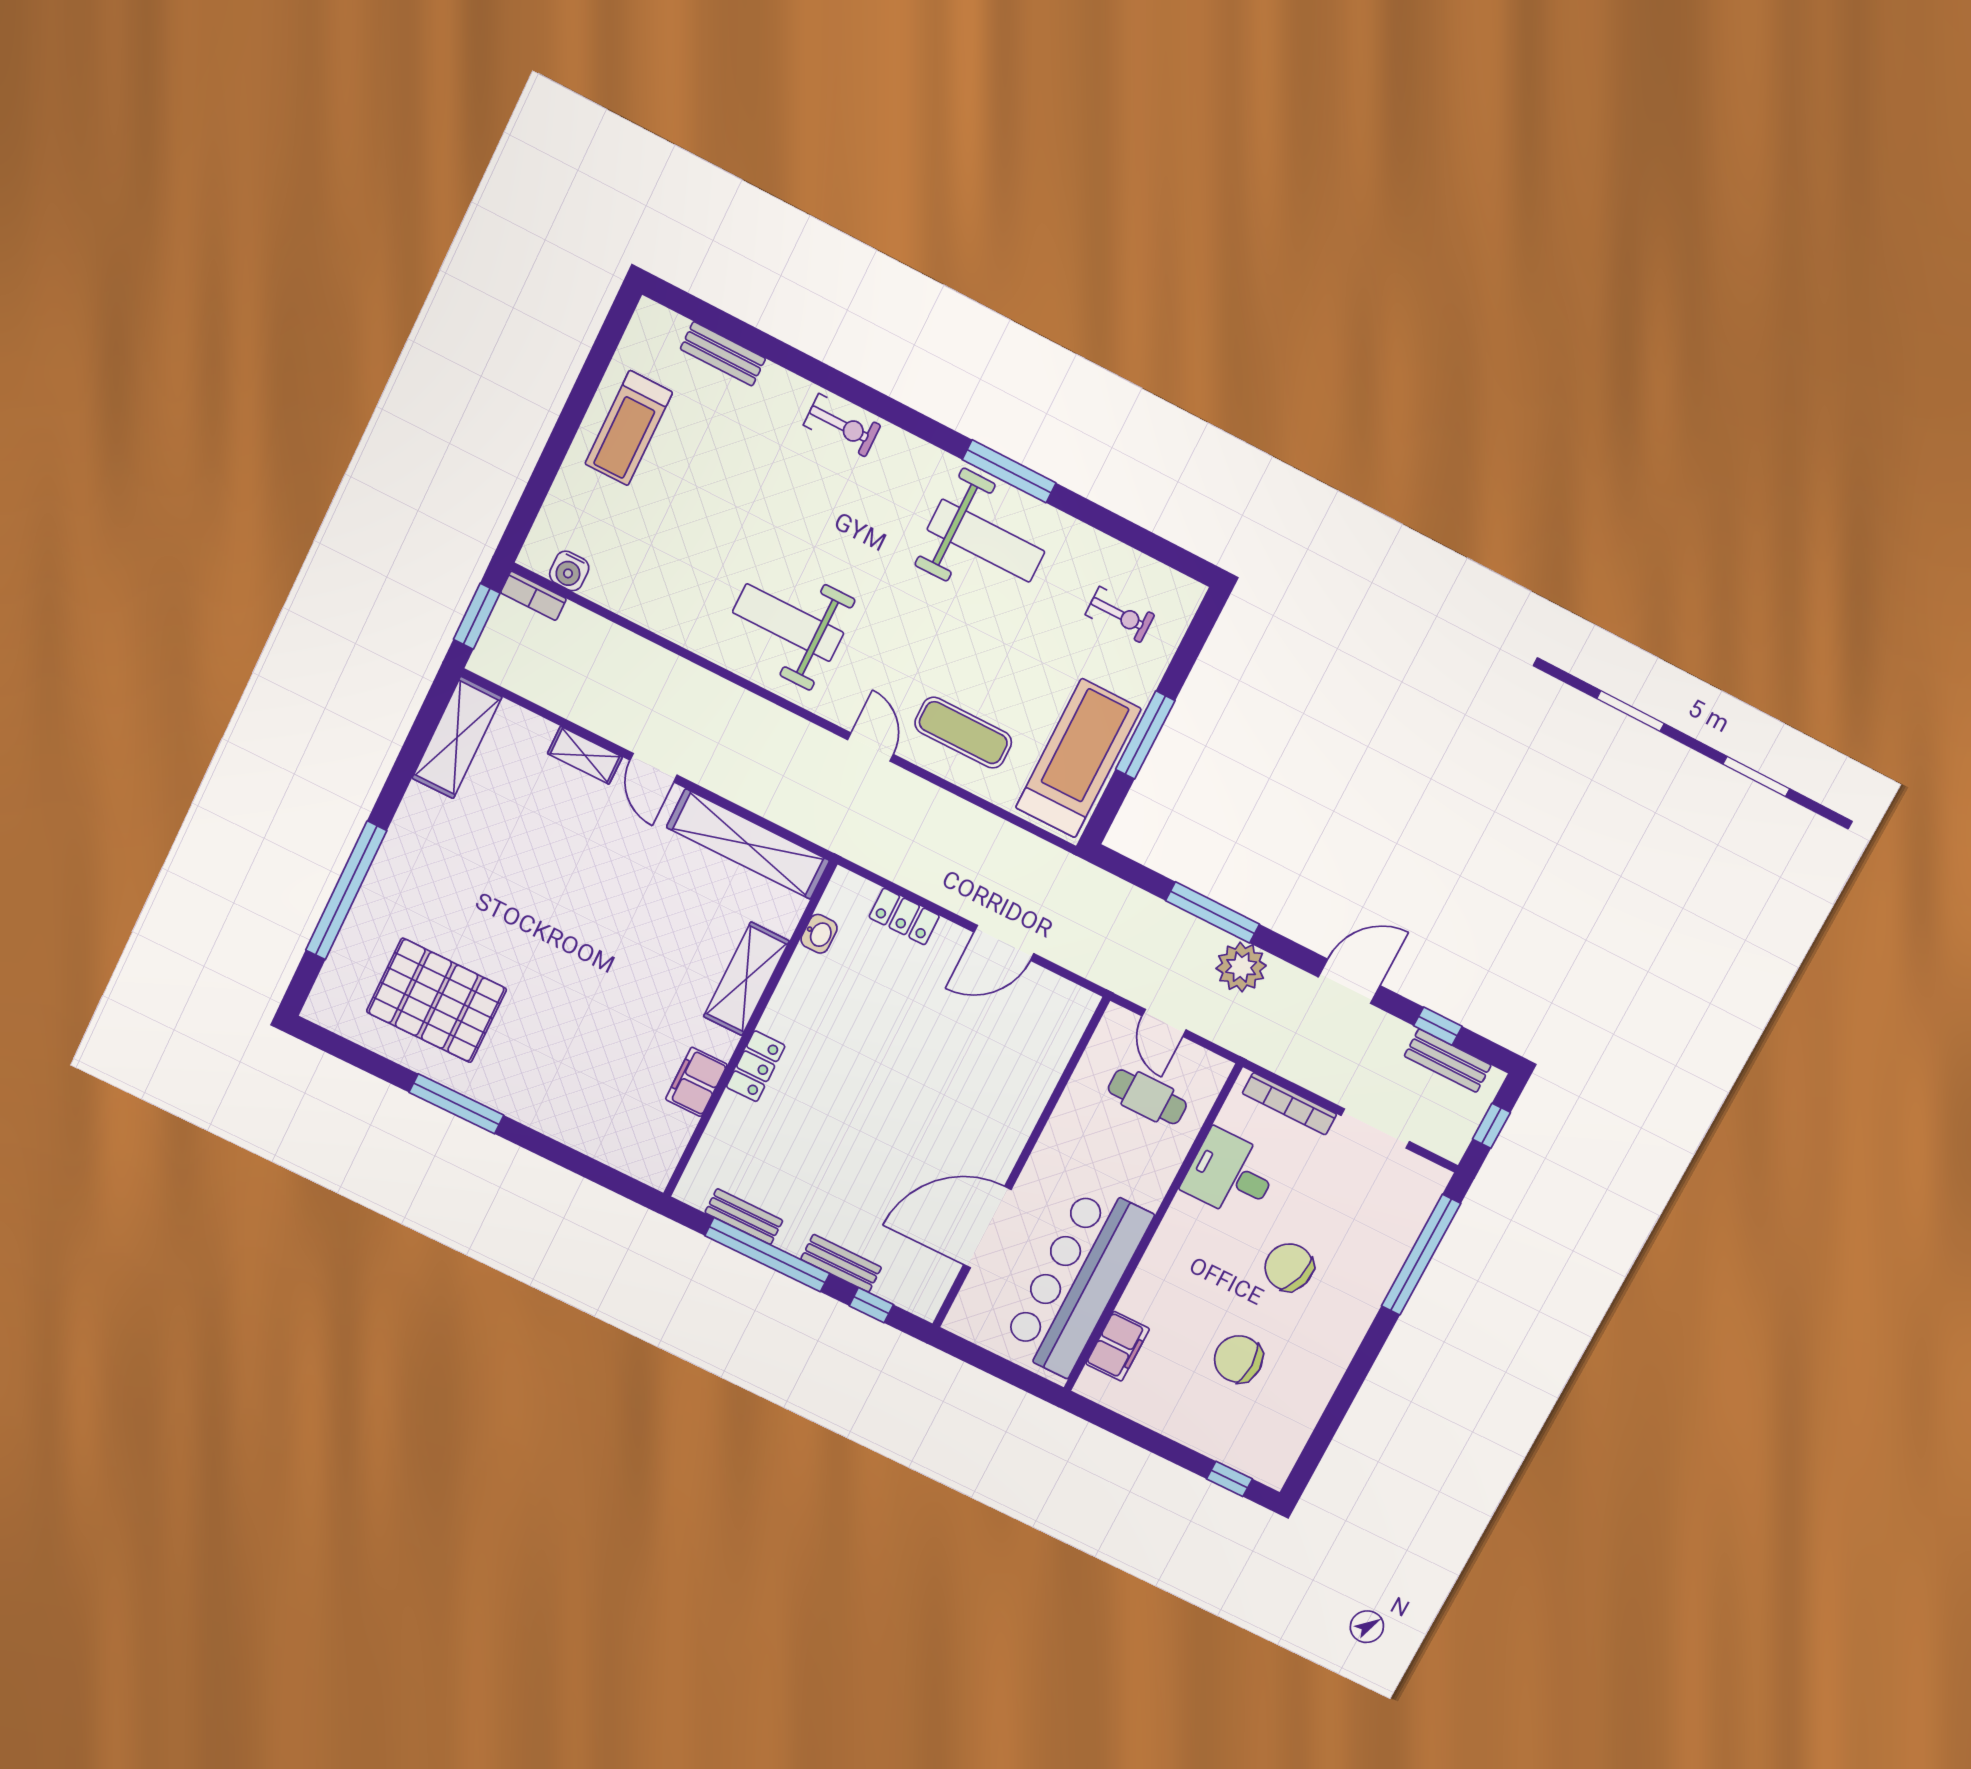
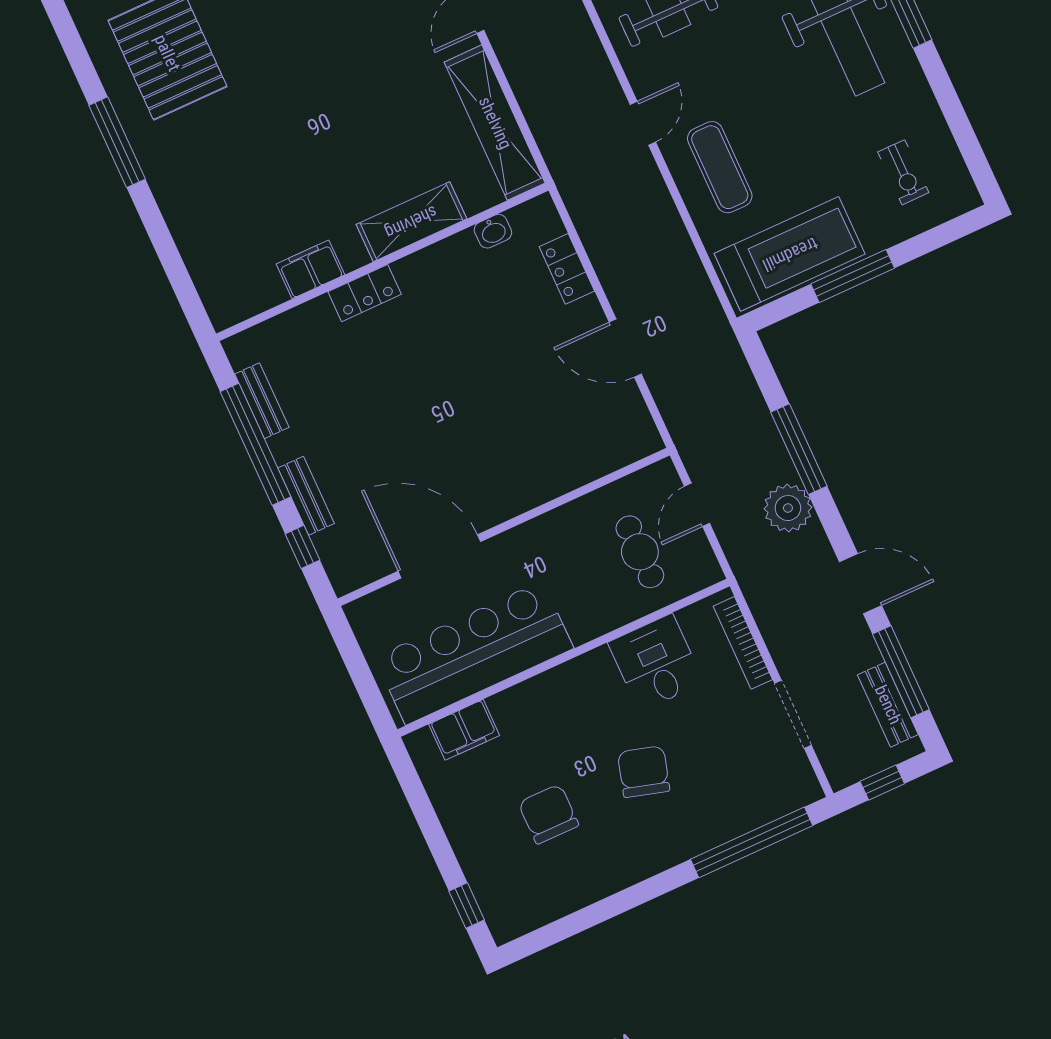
window: (1438, 1026) -> (901, 672), width x2.17

